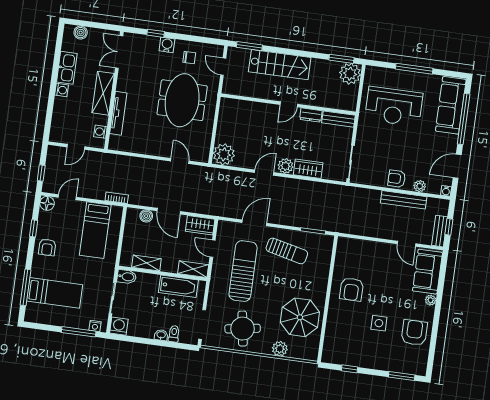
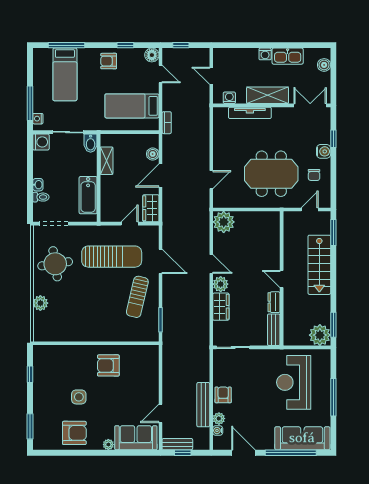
water cooler: (446, 191) -> (218, 431), moved
shelving: (193, 269) -> (107, 207), removed
parasol: (300, 317) -> (74, 319), removed

